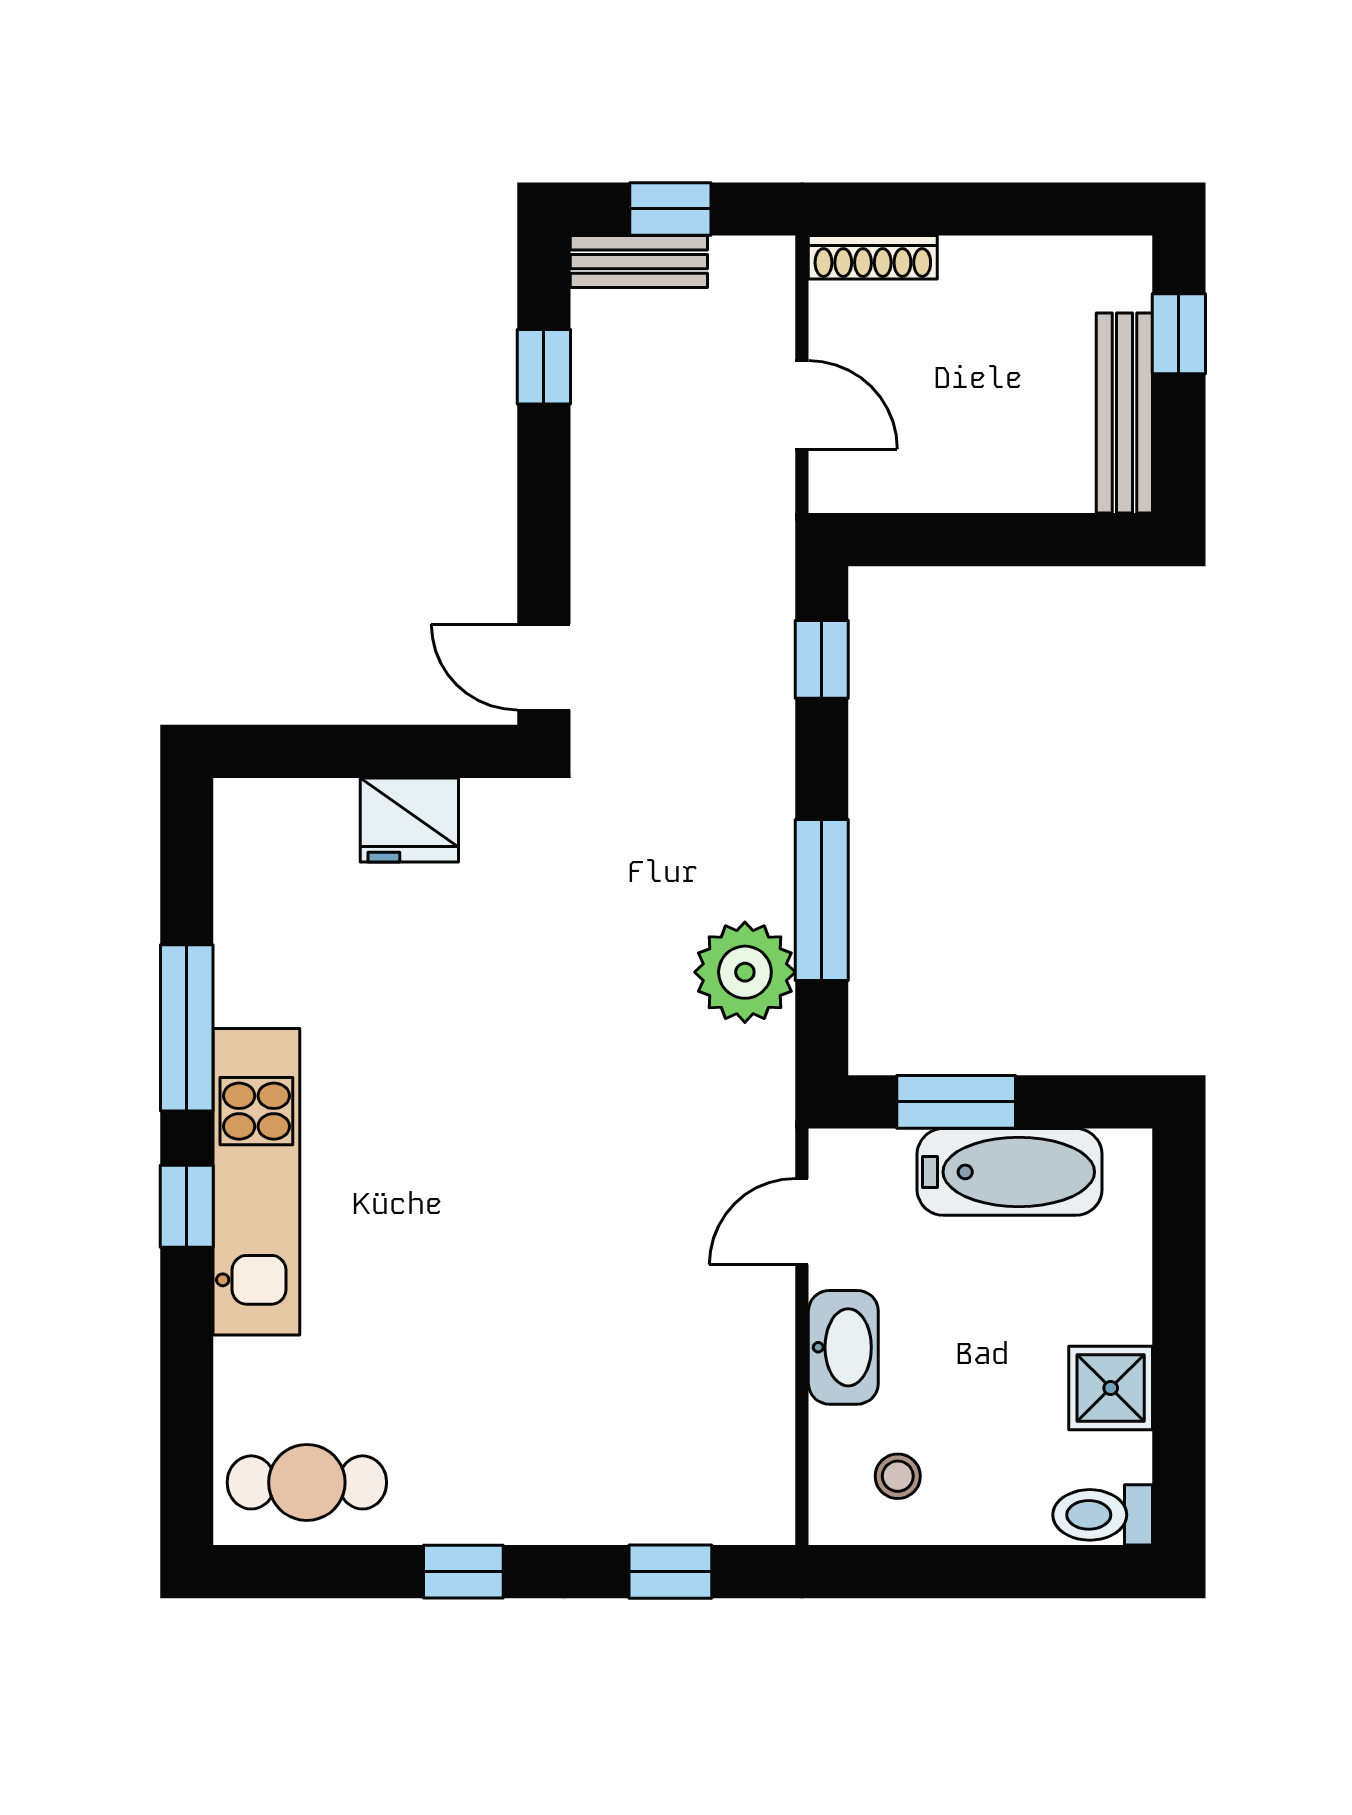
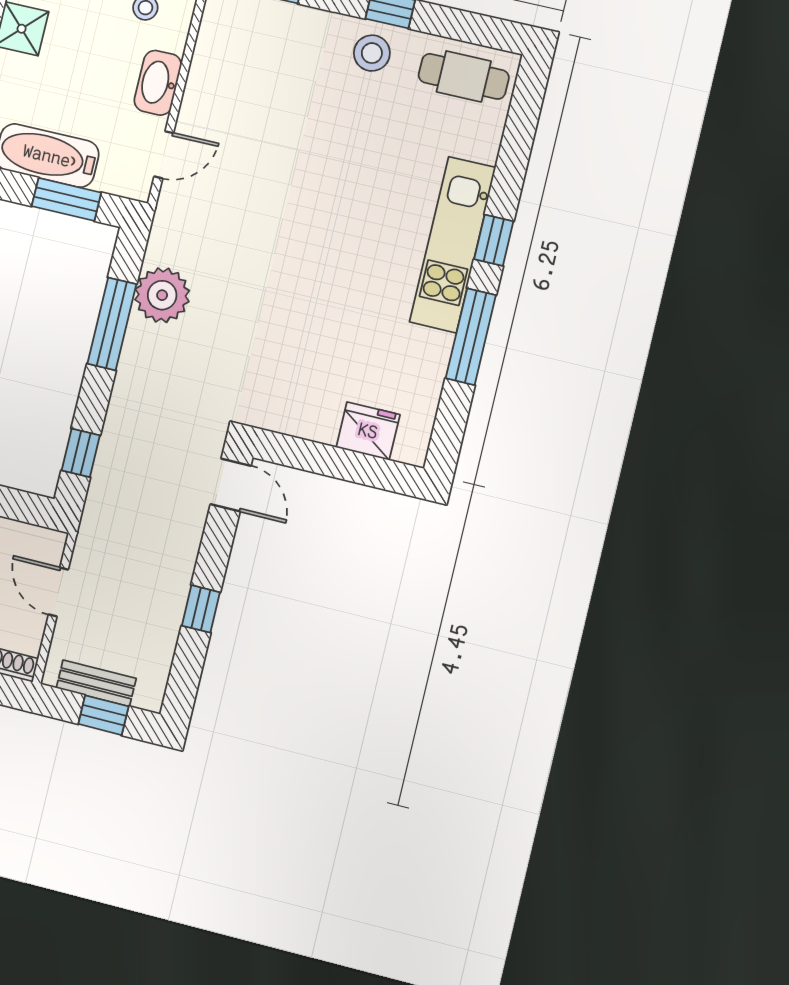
bench: (639, 262) -> (96, 683), moved
window: (544, 367) -> (201, 609), moved
fridge: (409, 820) -> (368, 431), moved
stool: (477, 1487) -> (372, 53), added

